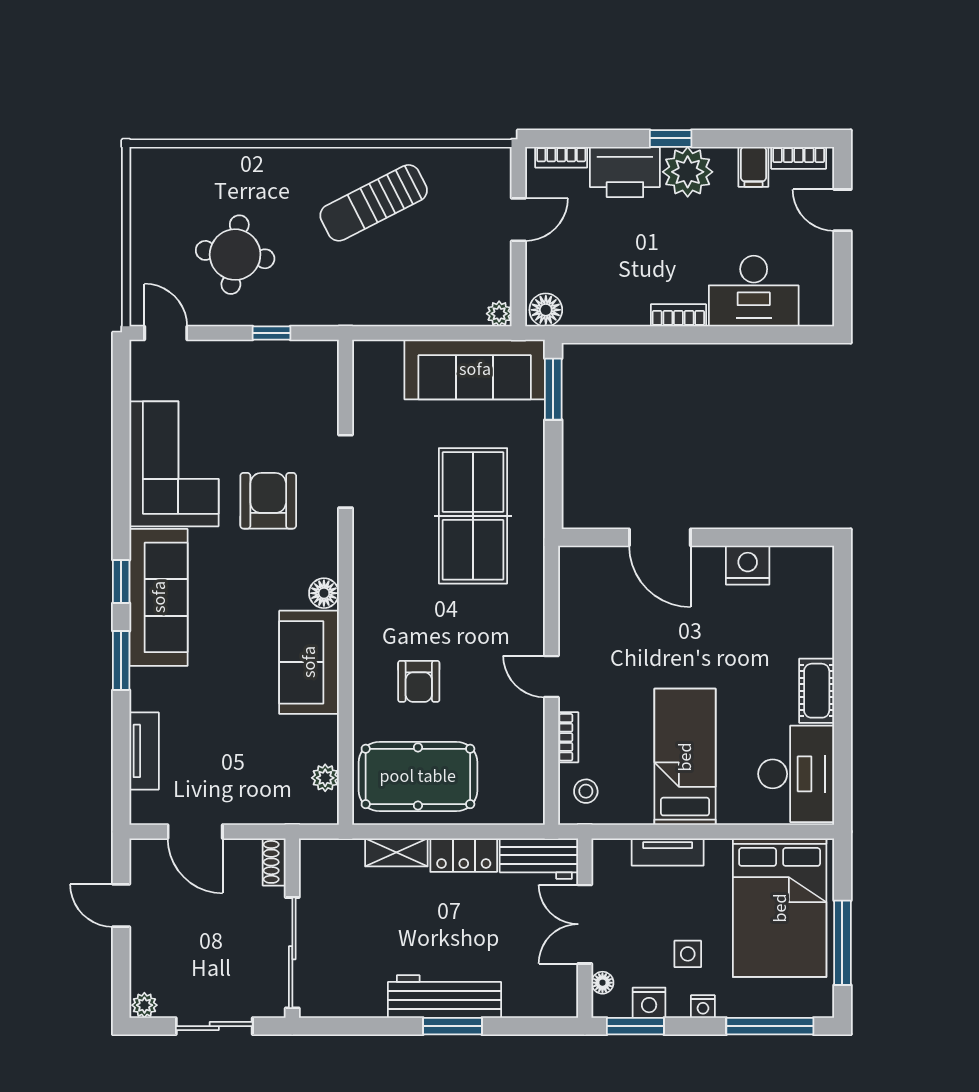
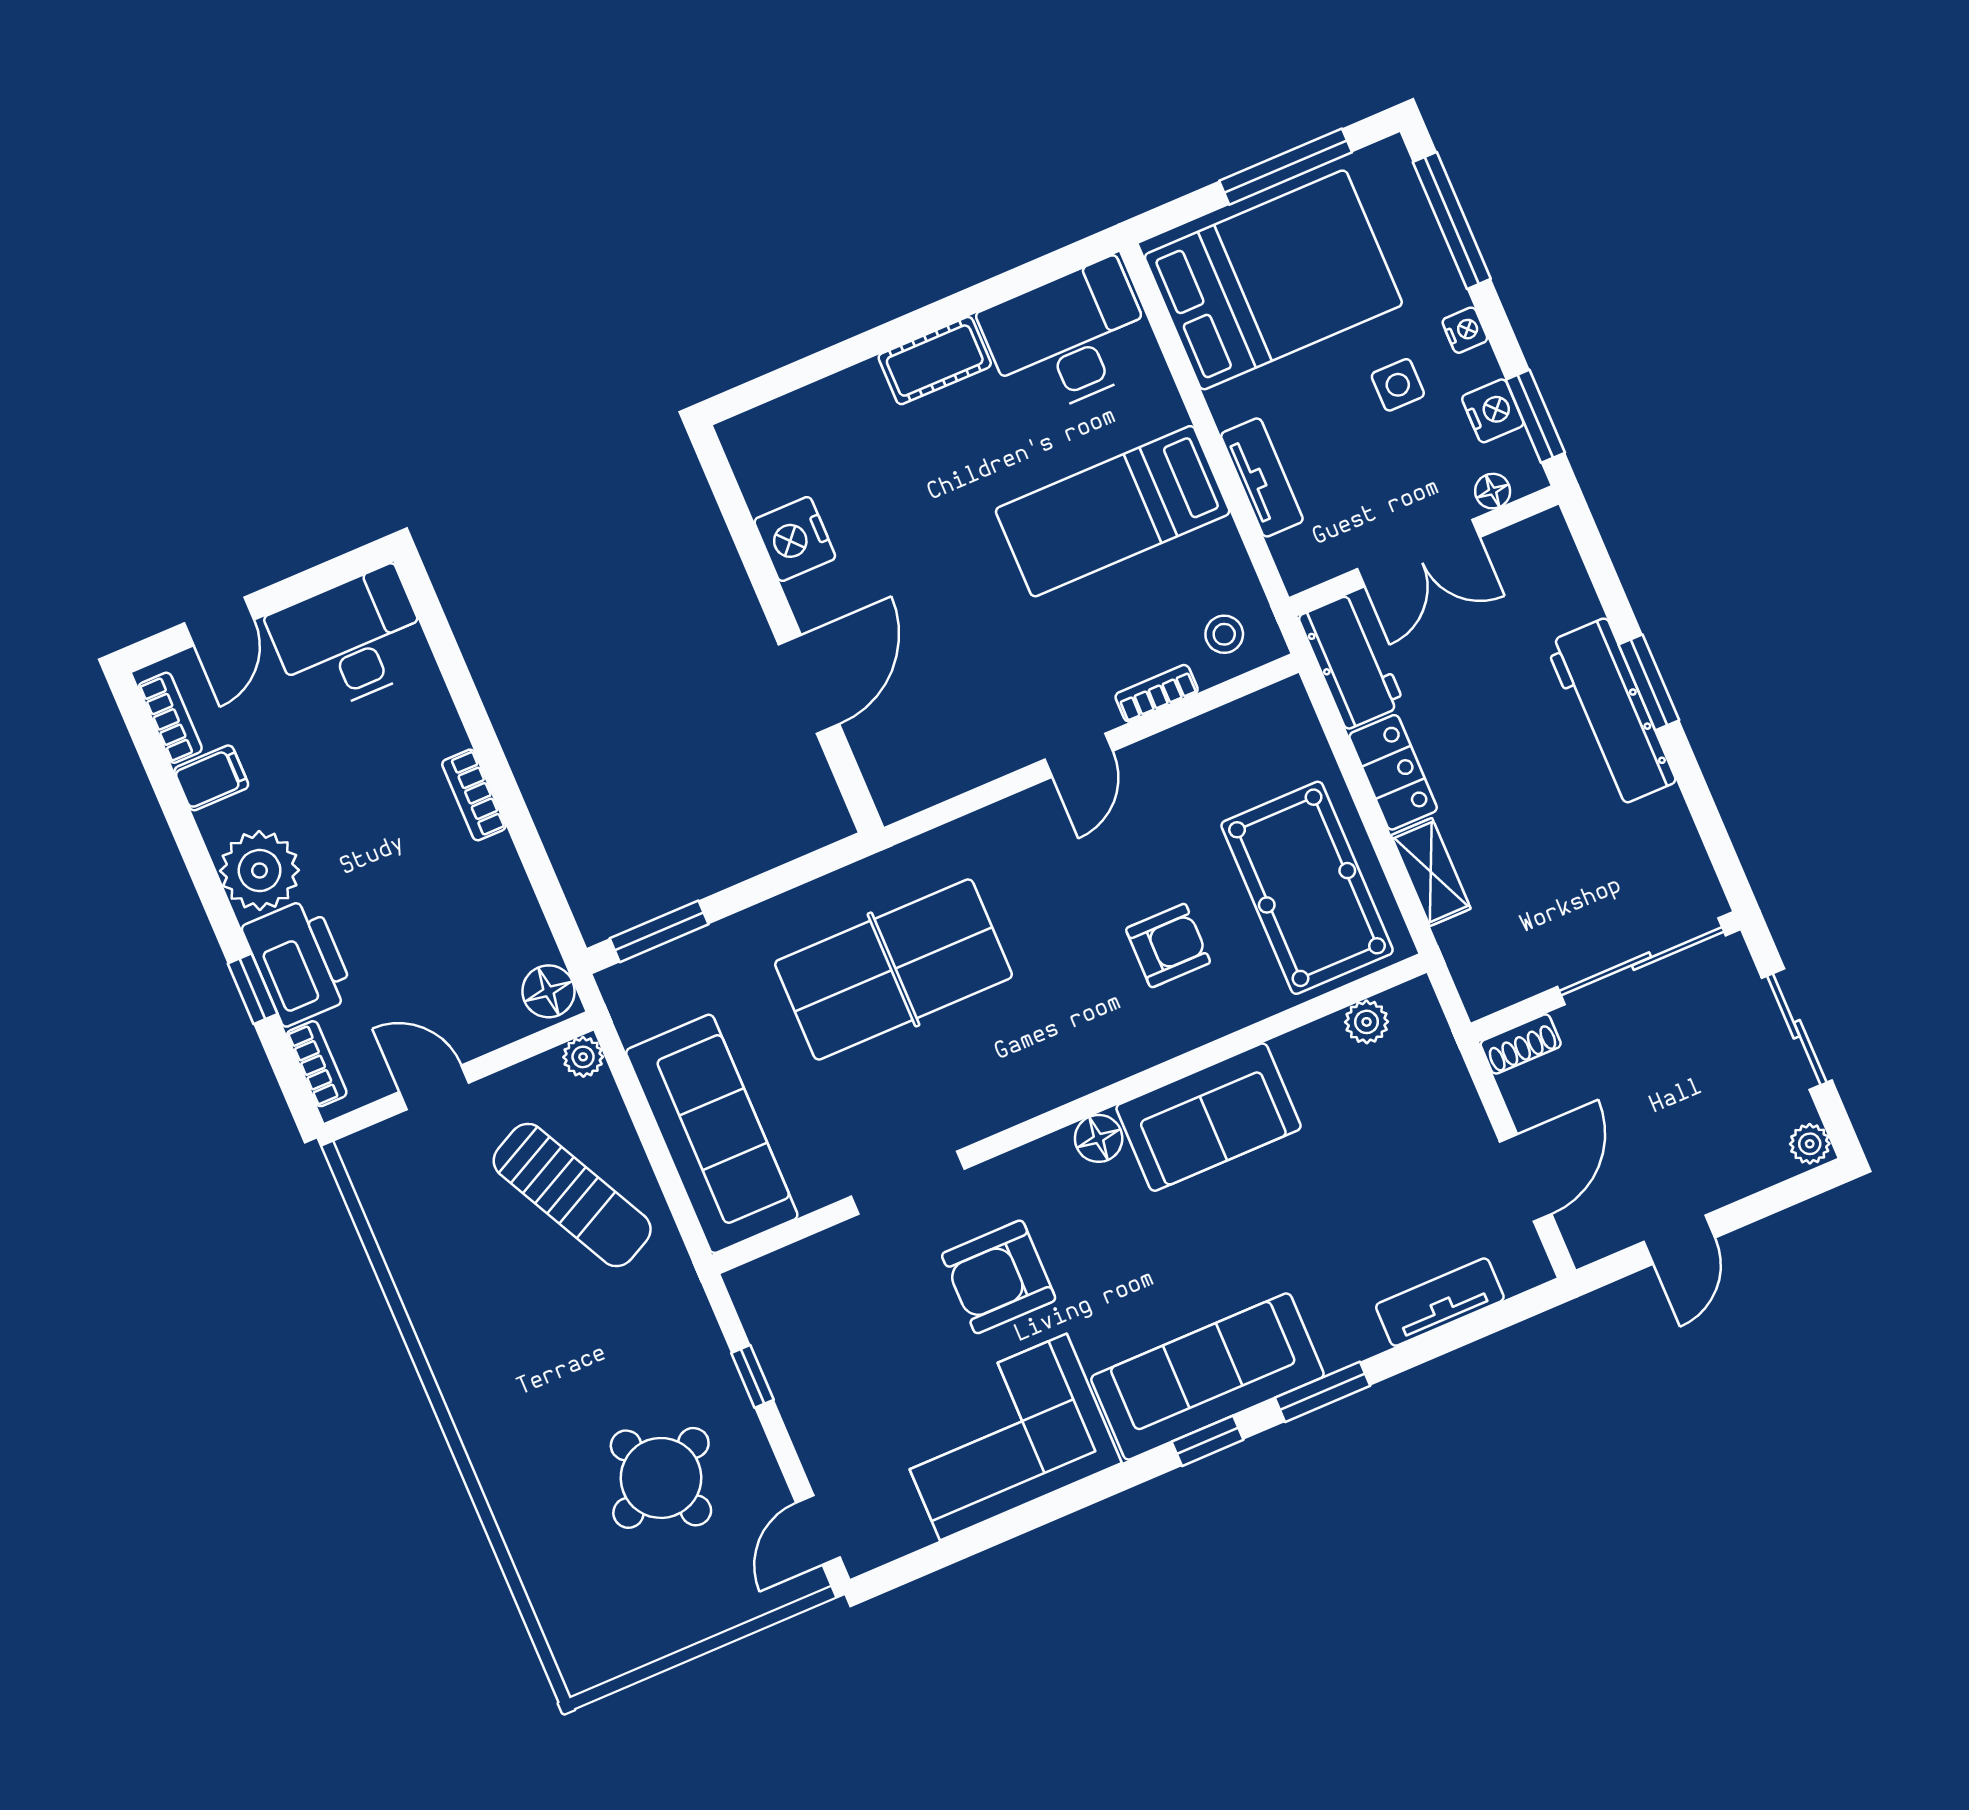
window: (671, 138) -> (253, 989), moved
sun lounger: (374, 203) -> (572, 1195), moved
round table: (235, 255) -> (661, 1478), turned -32
desk: (754, 291) -> (350, 641), moved, turned -90
sofa: (475, 369) -> (712, 1134), moved

